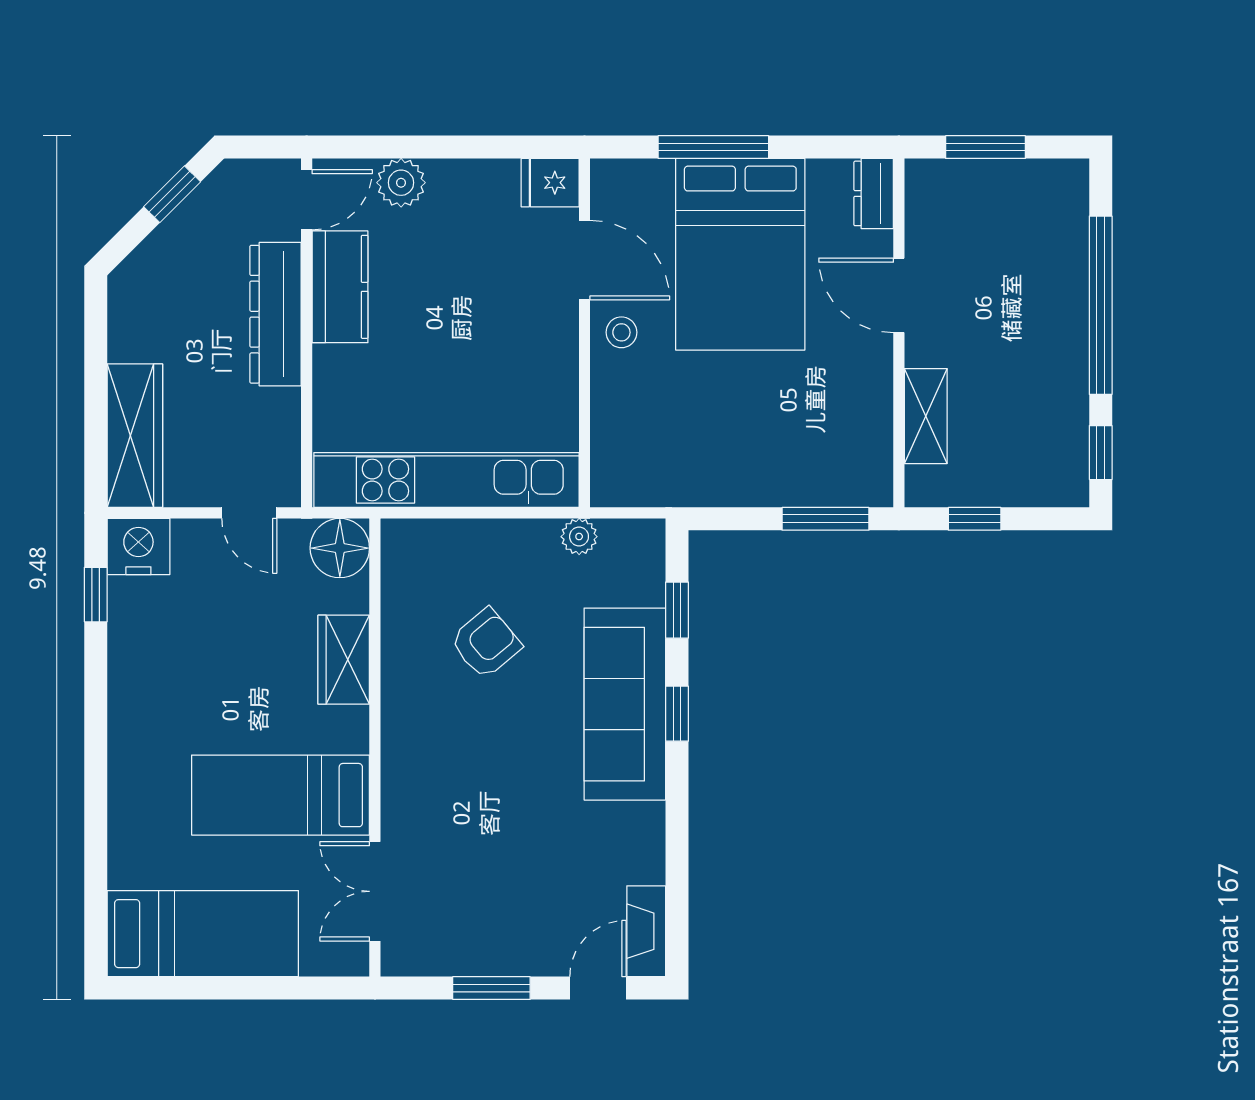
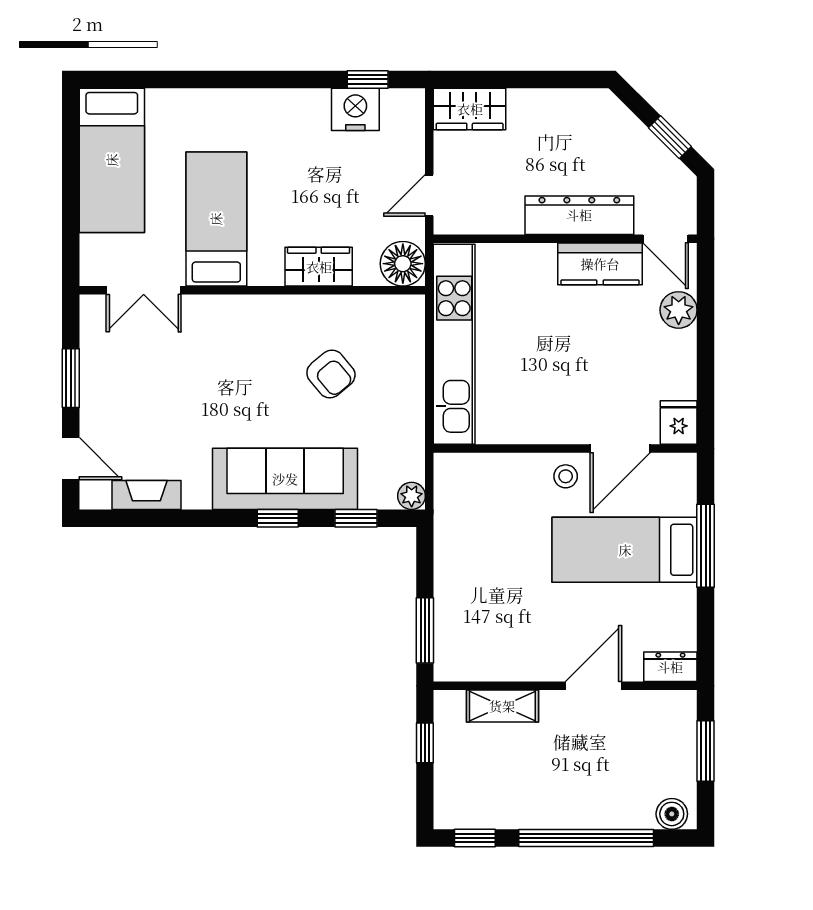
boiler: (1069, 192) -> (672, 814), added
bed: (740, 254) -> (625, 550), width x0.67
wardrobe: (135, 436) -> (470, 109), width x0.67
plant: (579, 537) -> (412, 496), moved
nightstand: (138, 546) -> (355, 109), moved, turned -90
double door: (375, 891) -> (144, 290), swing flipped
fireplace: (646, 931) -> (146, 495), moved

